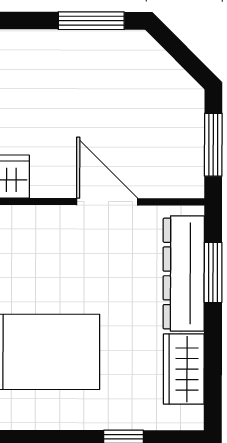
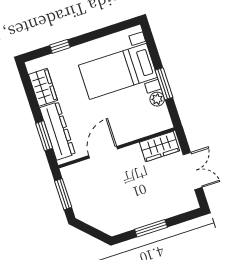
window: (91, 21) -> (151, 228), moved
door: (107, 202) -> (103, 152), swing flipped

